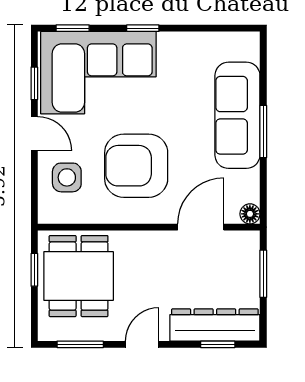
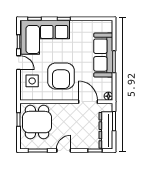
armchair: (136, 166) -> (61, 76), turned -90
door: (201, 227) -> (88, 102), hinge flipped
dresser: (215, 325) -> (106, 130), moved, turned -90

